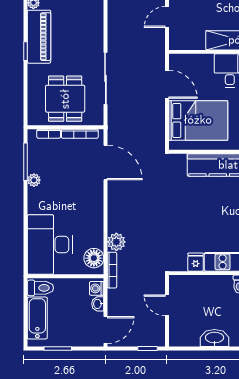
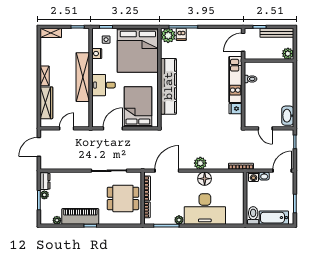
door: (167, 17) -> (67, 128), swing flipped
plant: (116, 242) -> (200, 163), moved
desk: (50, 244) -> (205, 209), moved
floor lamp: (94, 258) -> (205, 179), moved
door: (167, 305) -> (265, 128), hinge flipped
door: (105, 330) -> (282, 171), hinge flipped
washbasin: (215, 338) -> (288, 116), moved

